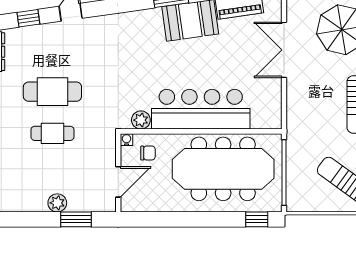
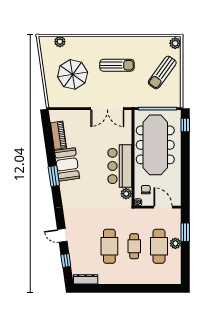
double door: (284, 50) -> (107, 109), moved
bar counter: (201, 109) -> (120, 166), width x0.73
cafe table: (52, 175) -> (159, 246), added

